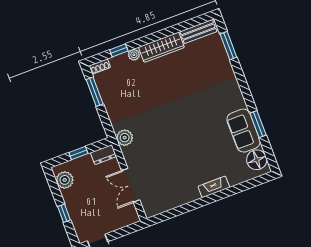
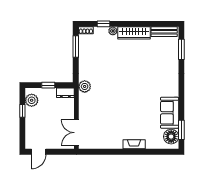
window: (258, 124) -> (181, 130), moved
double door: (131, 185) -> (76, 133), moved
window: (64, 213) -> (22, 111), moved

